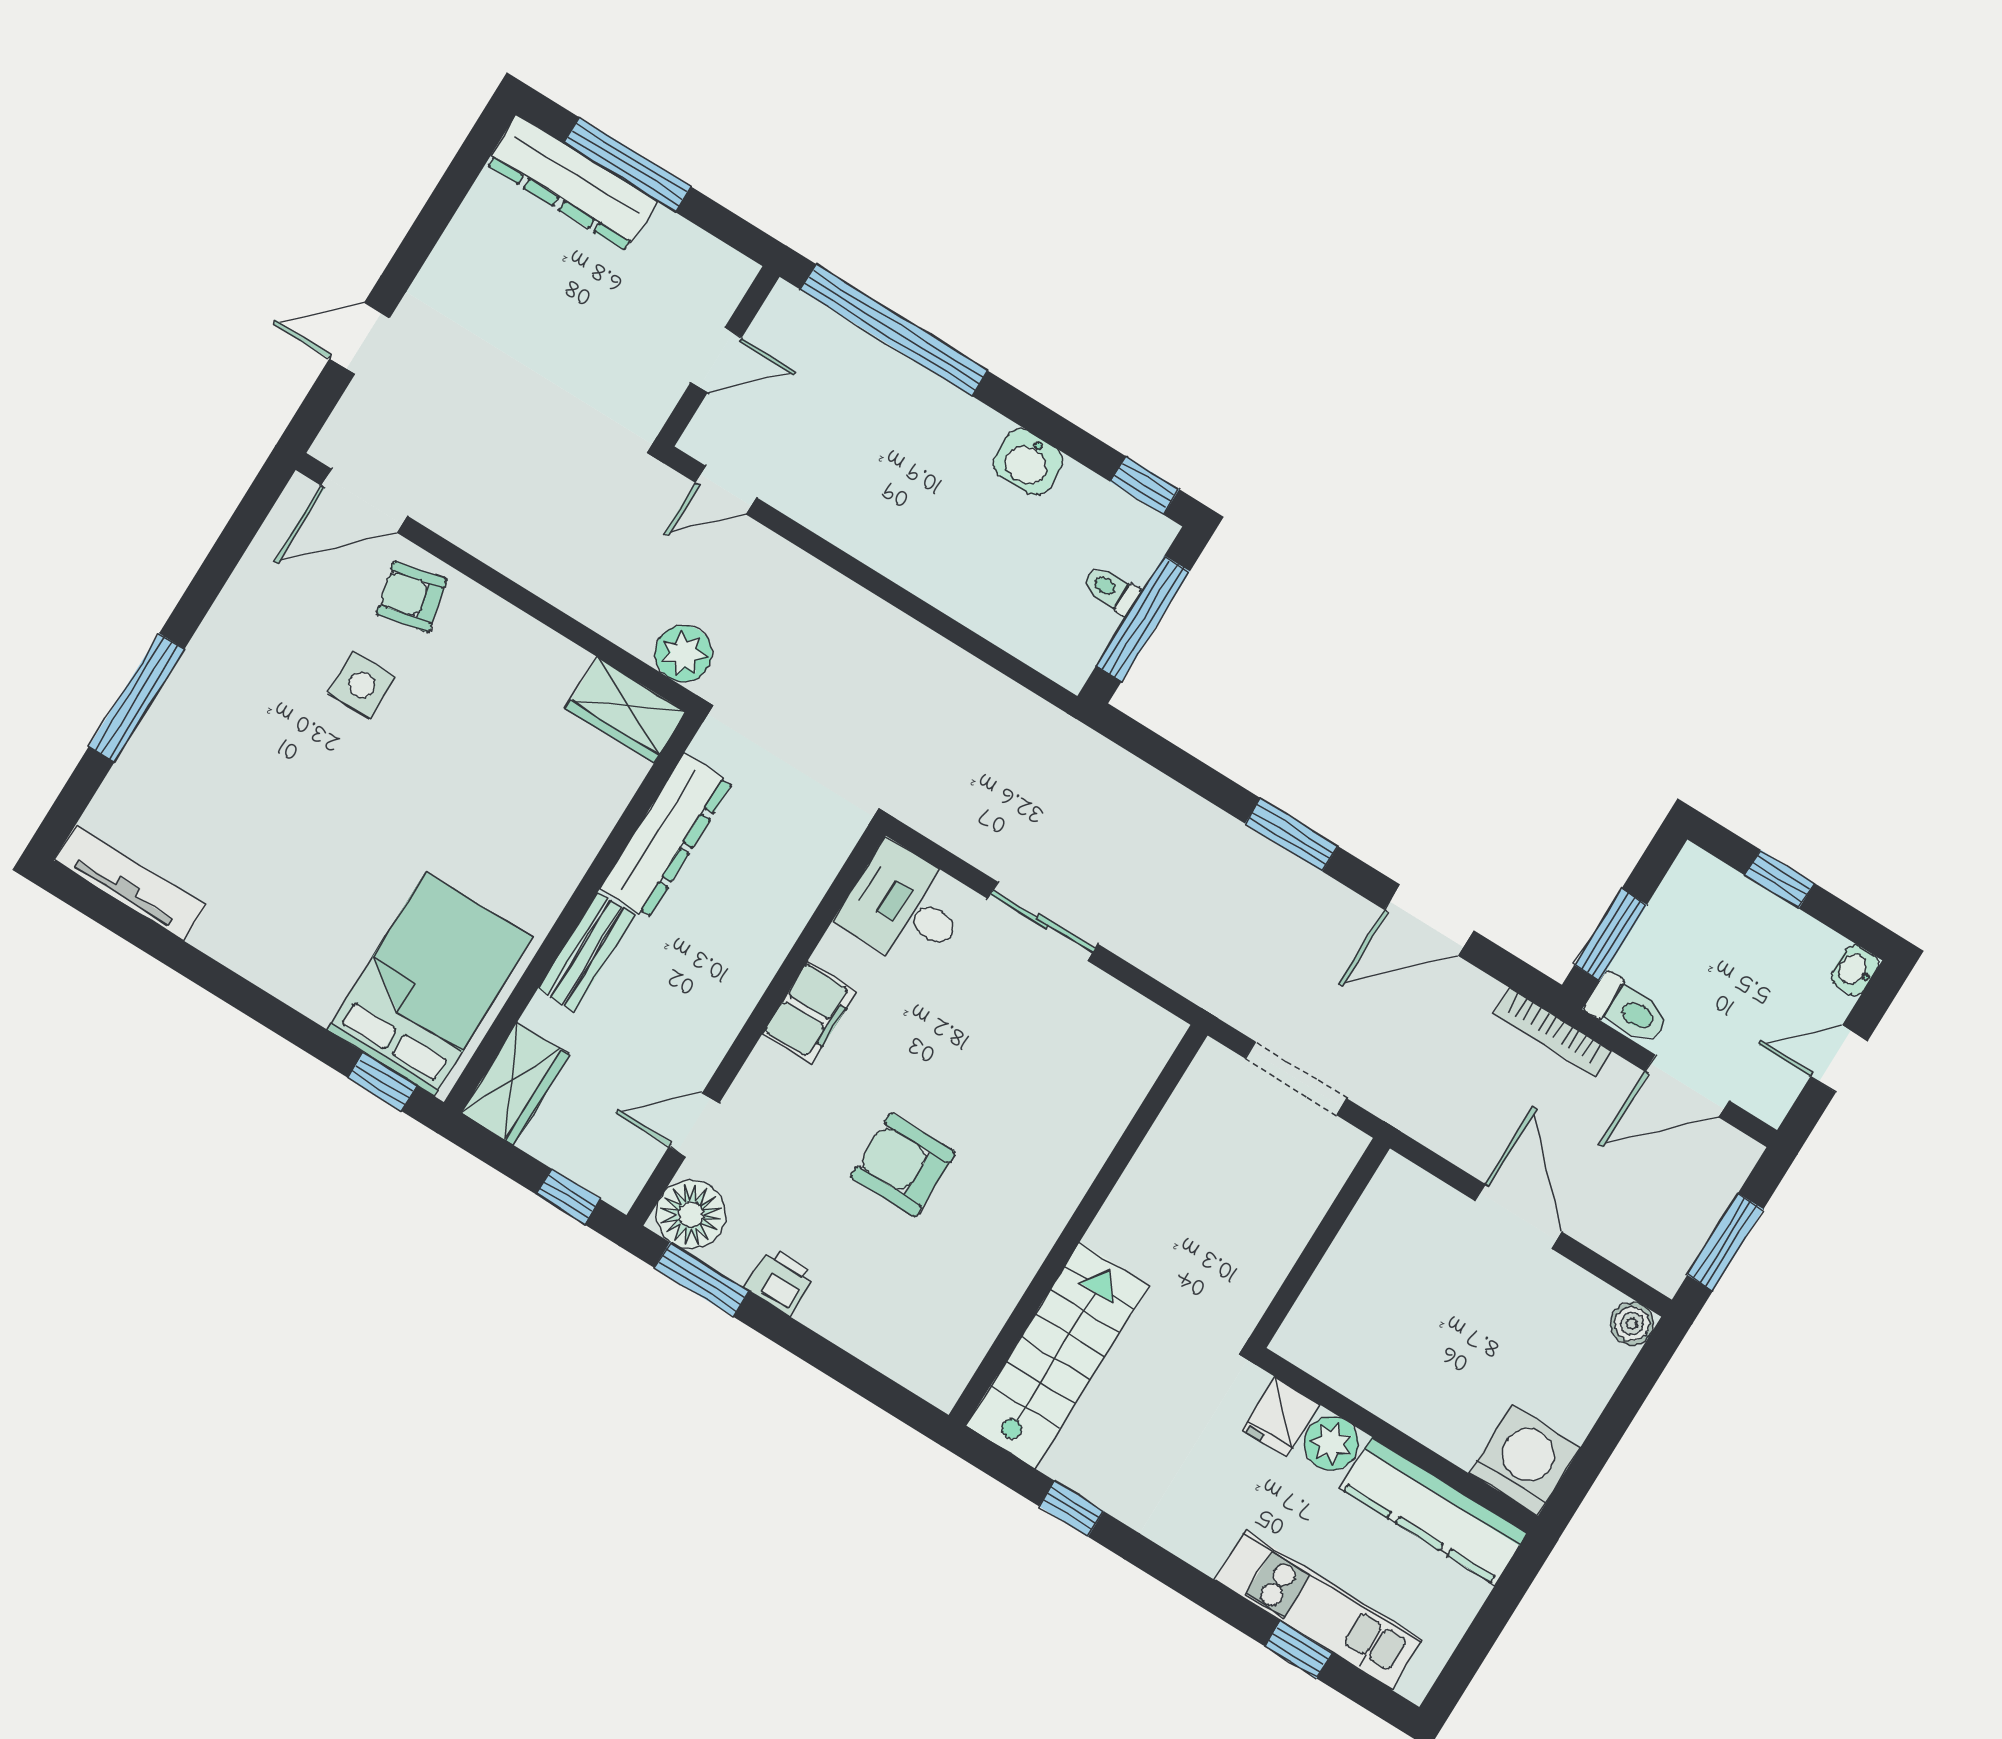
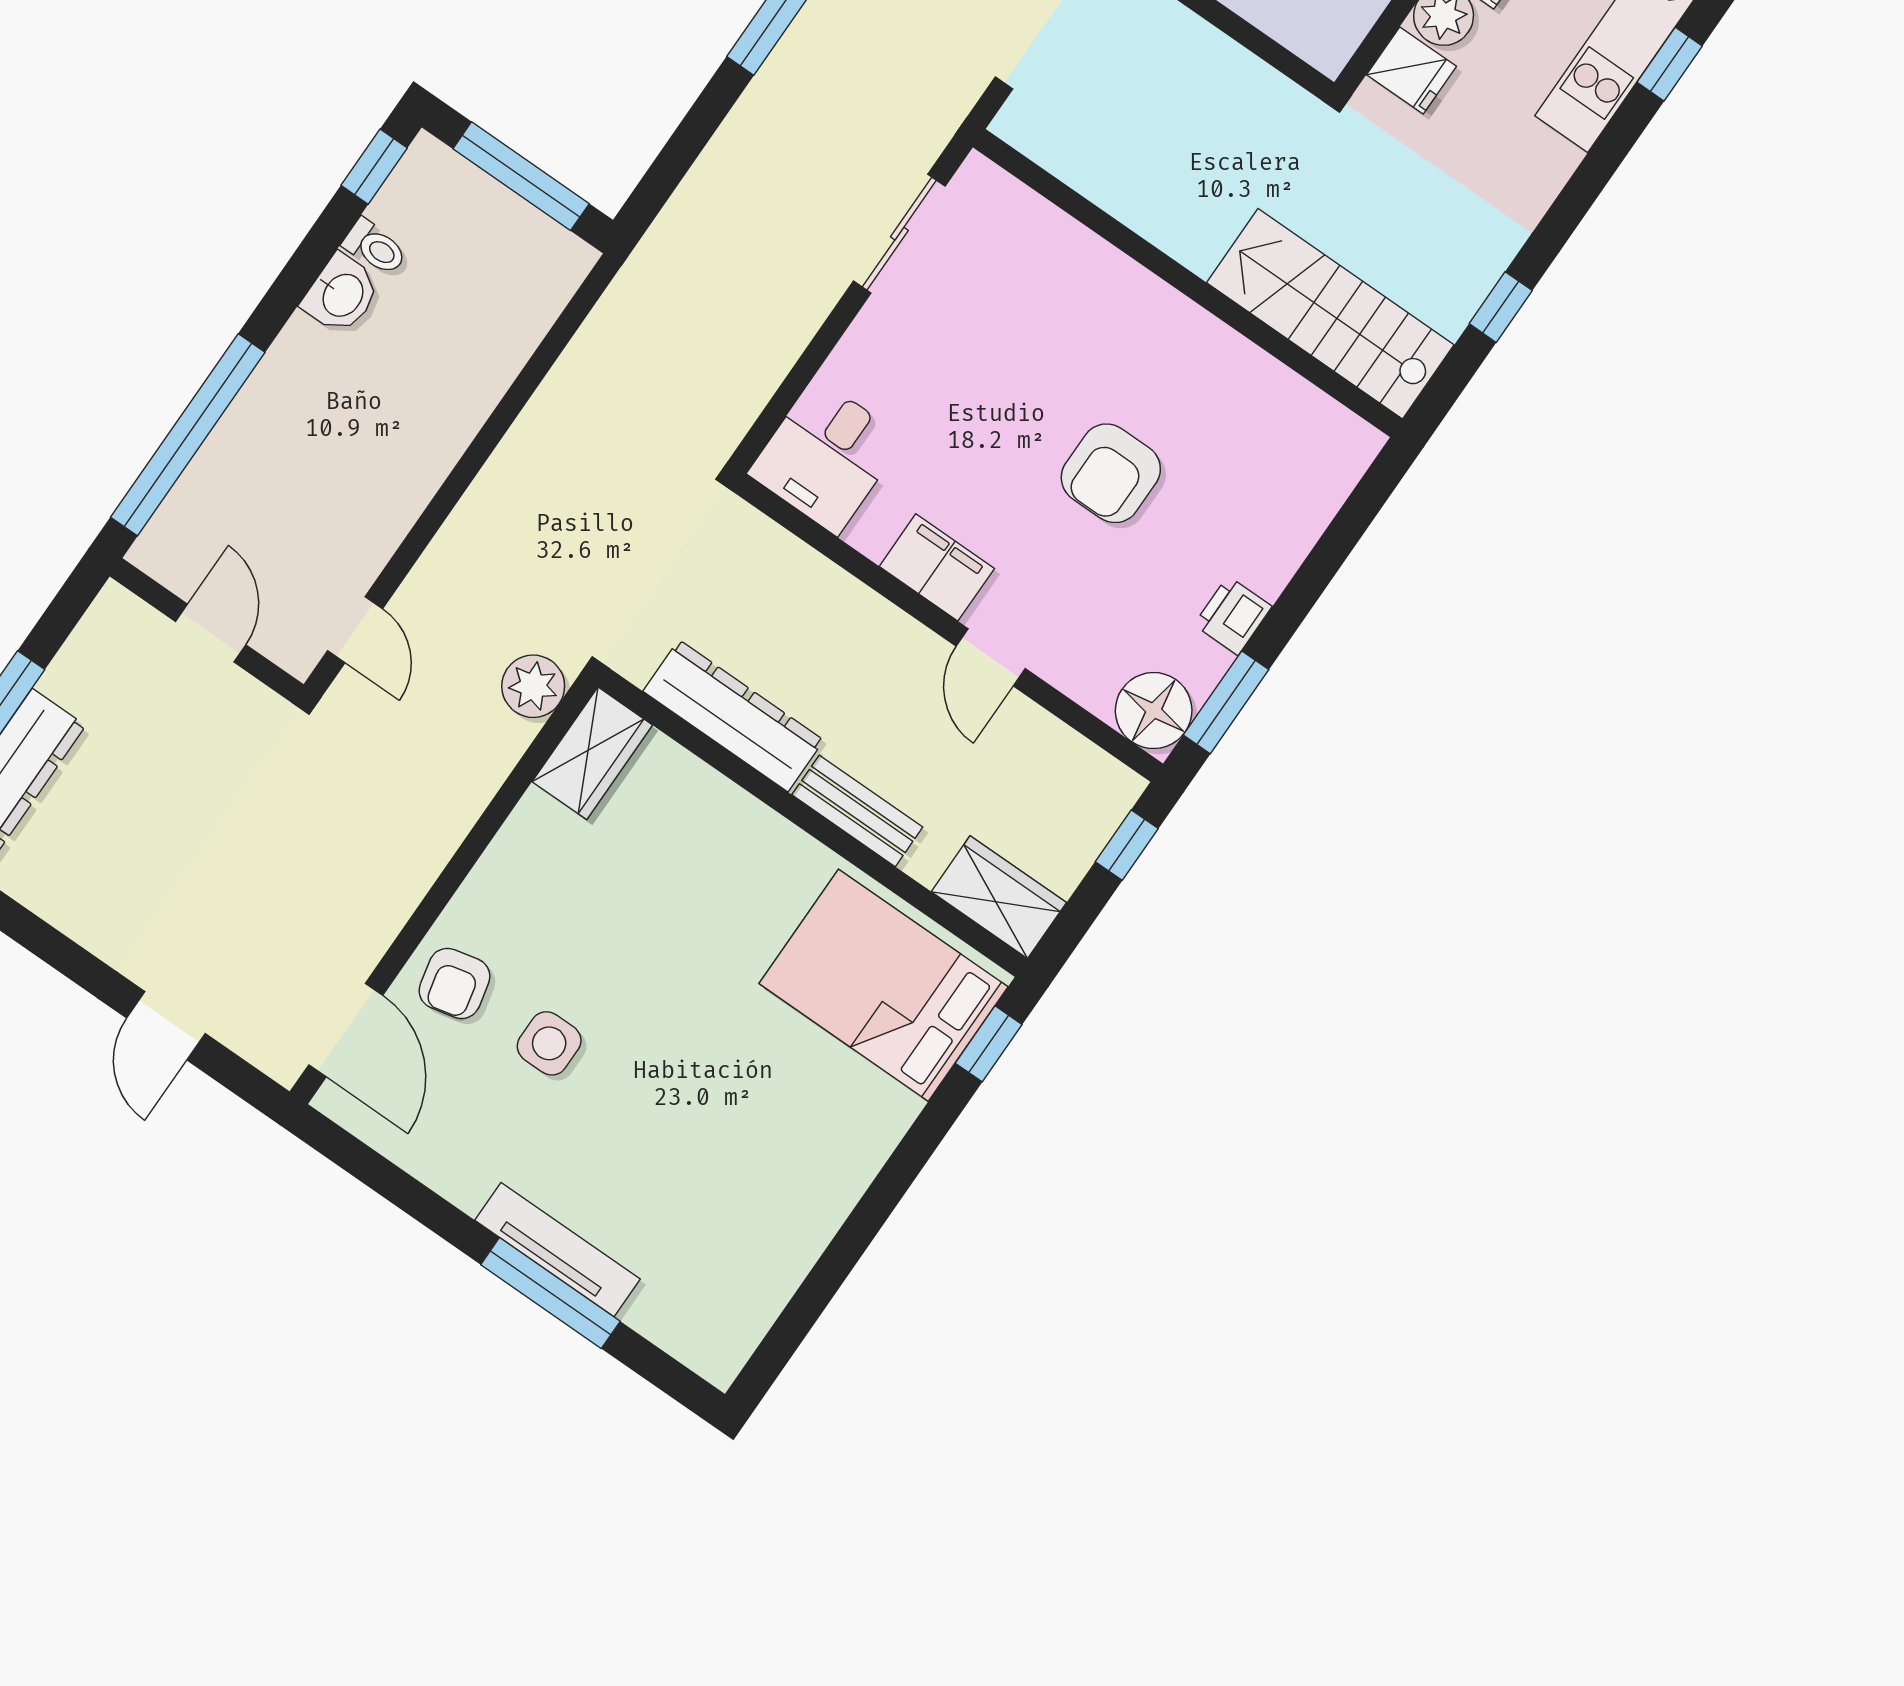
toilet: (1111, 590) -> (375, 247), moved, turned -90
tv unit: (130, 883) -> (557, 1250), moved, turned 90
sliding door: (1043, 921) -> (899, 234), moved
door: (694, 1125) -> (991, 657), moved

